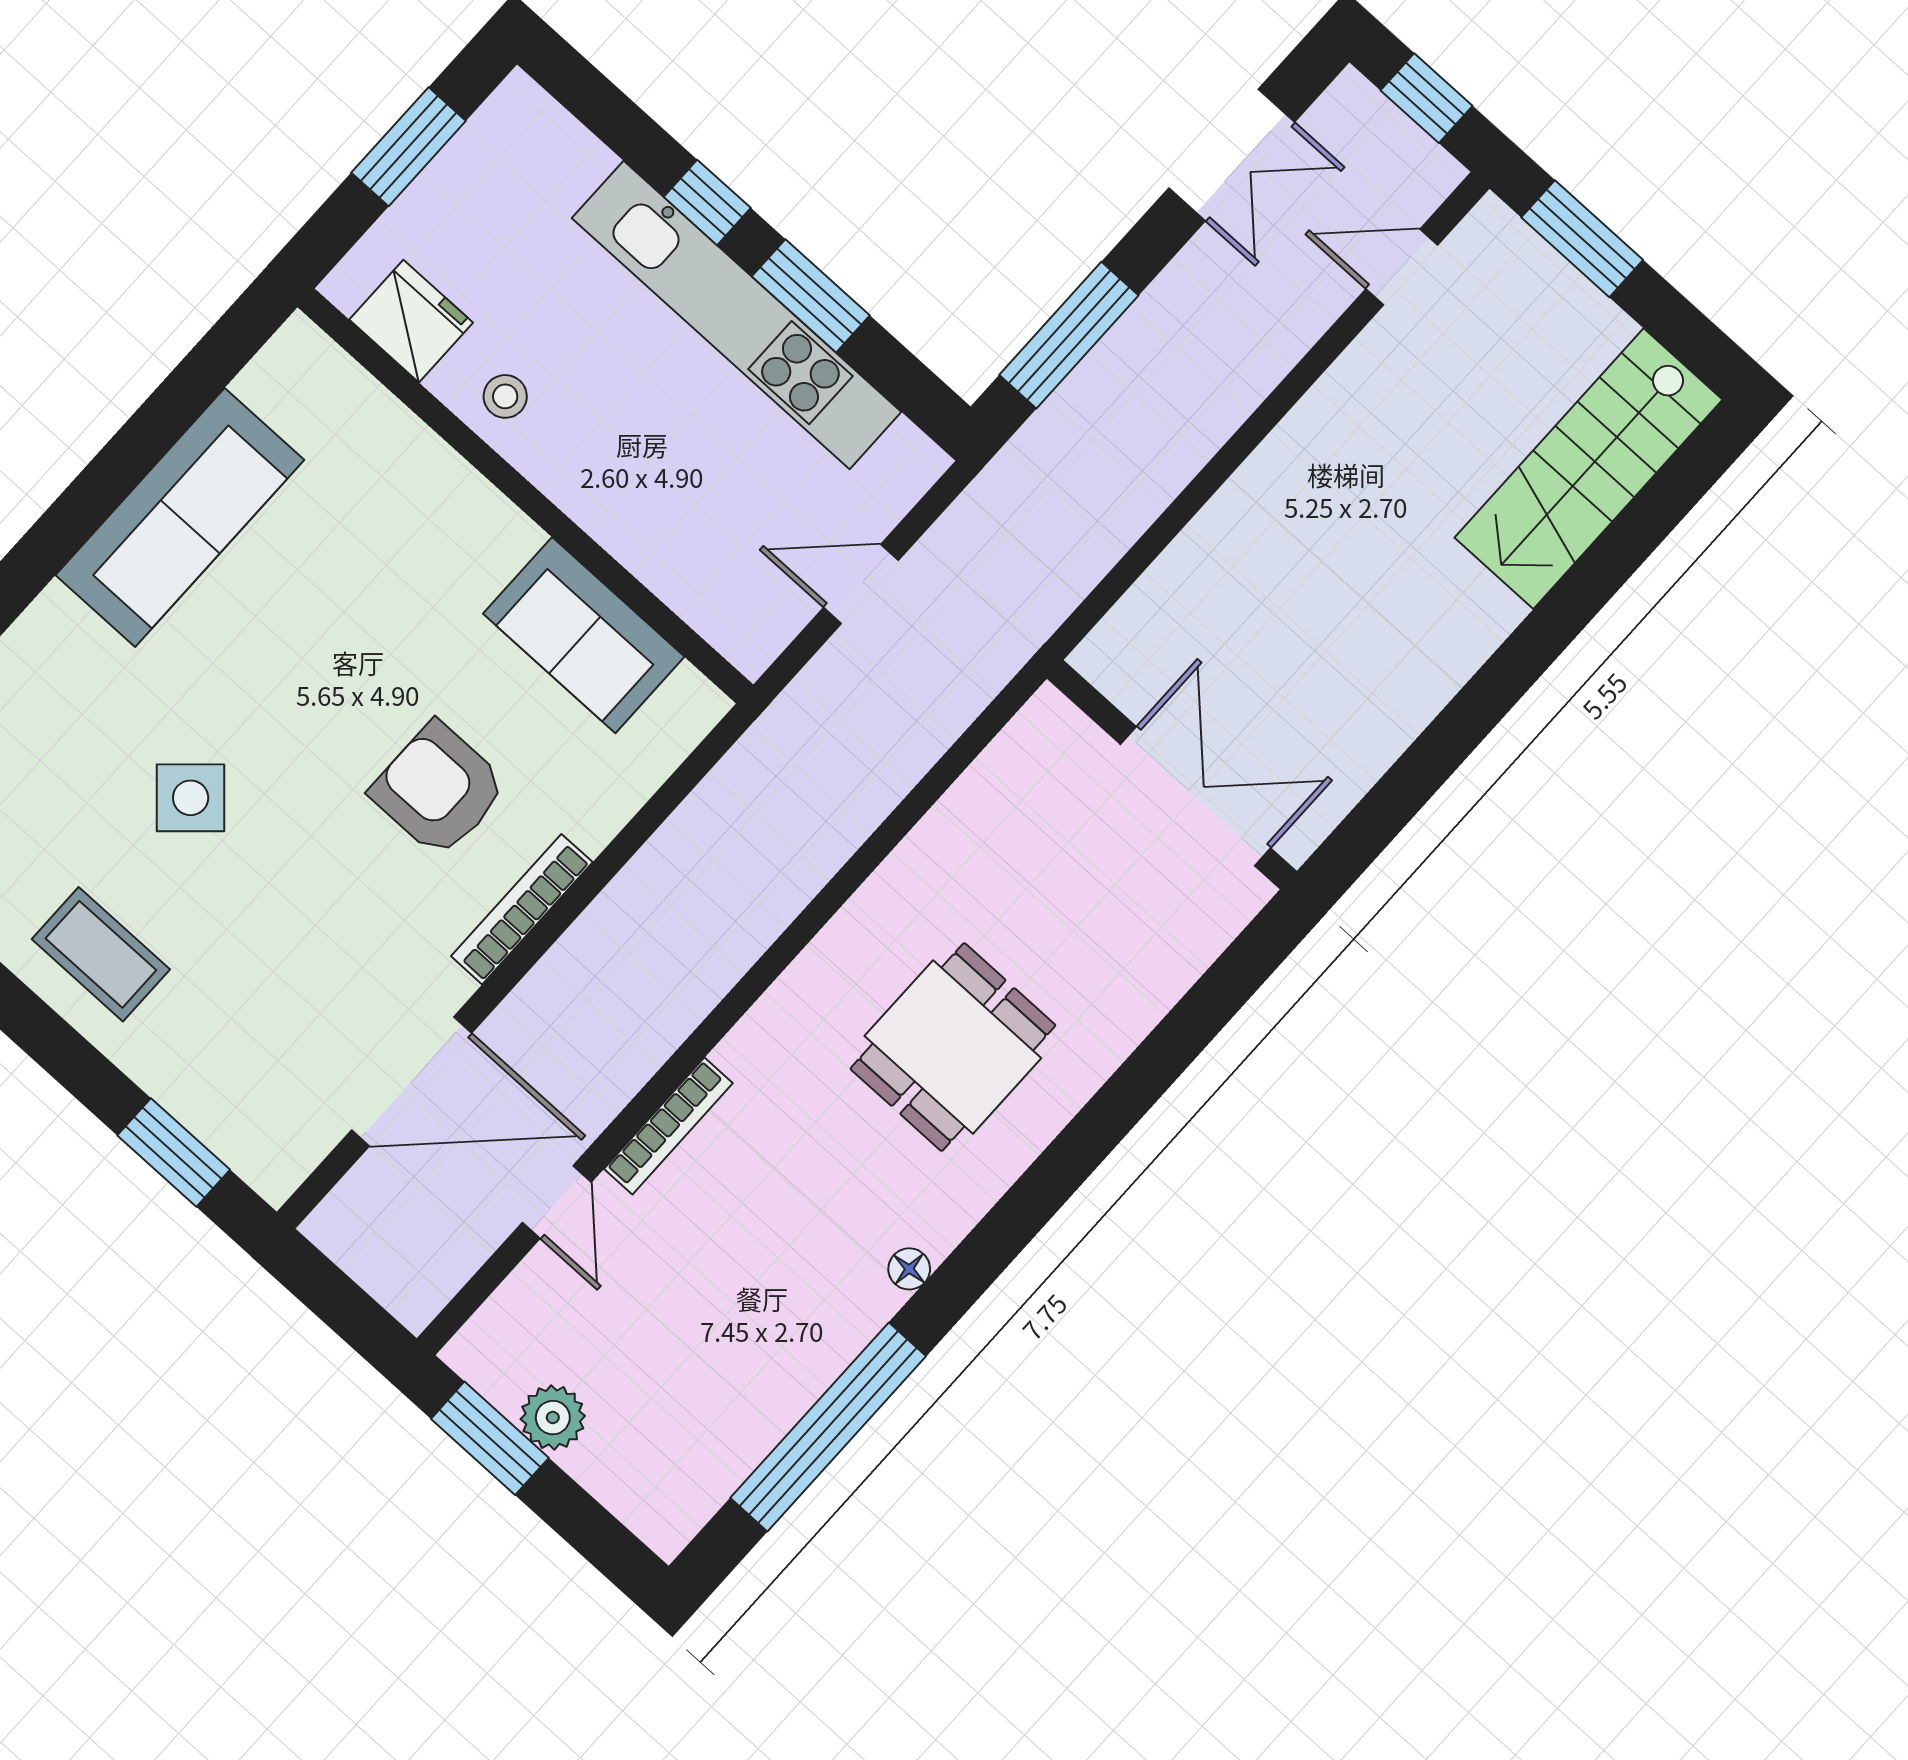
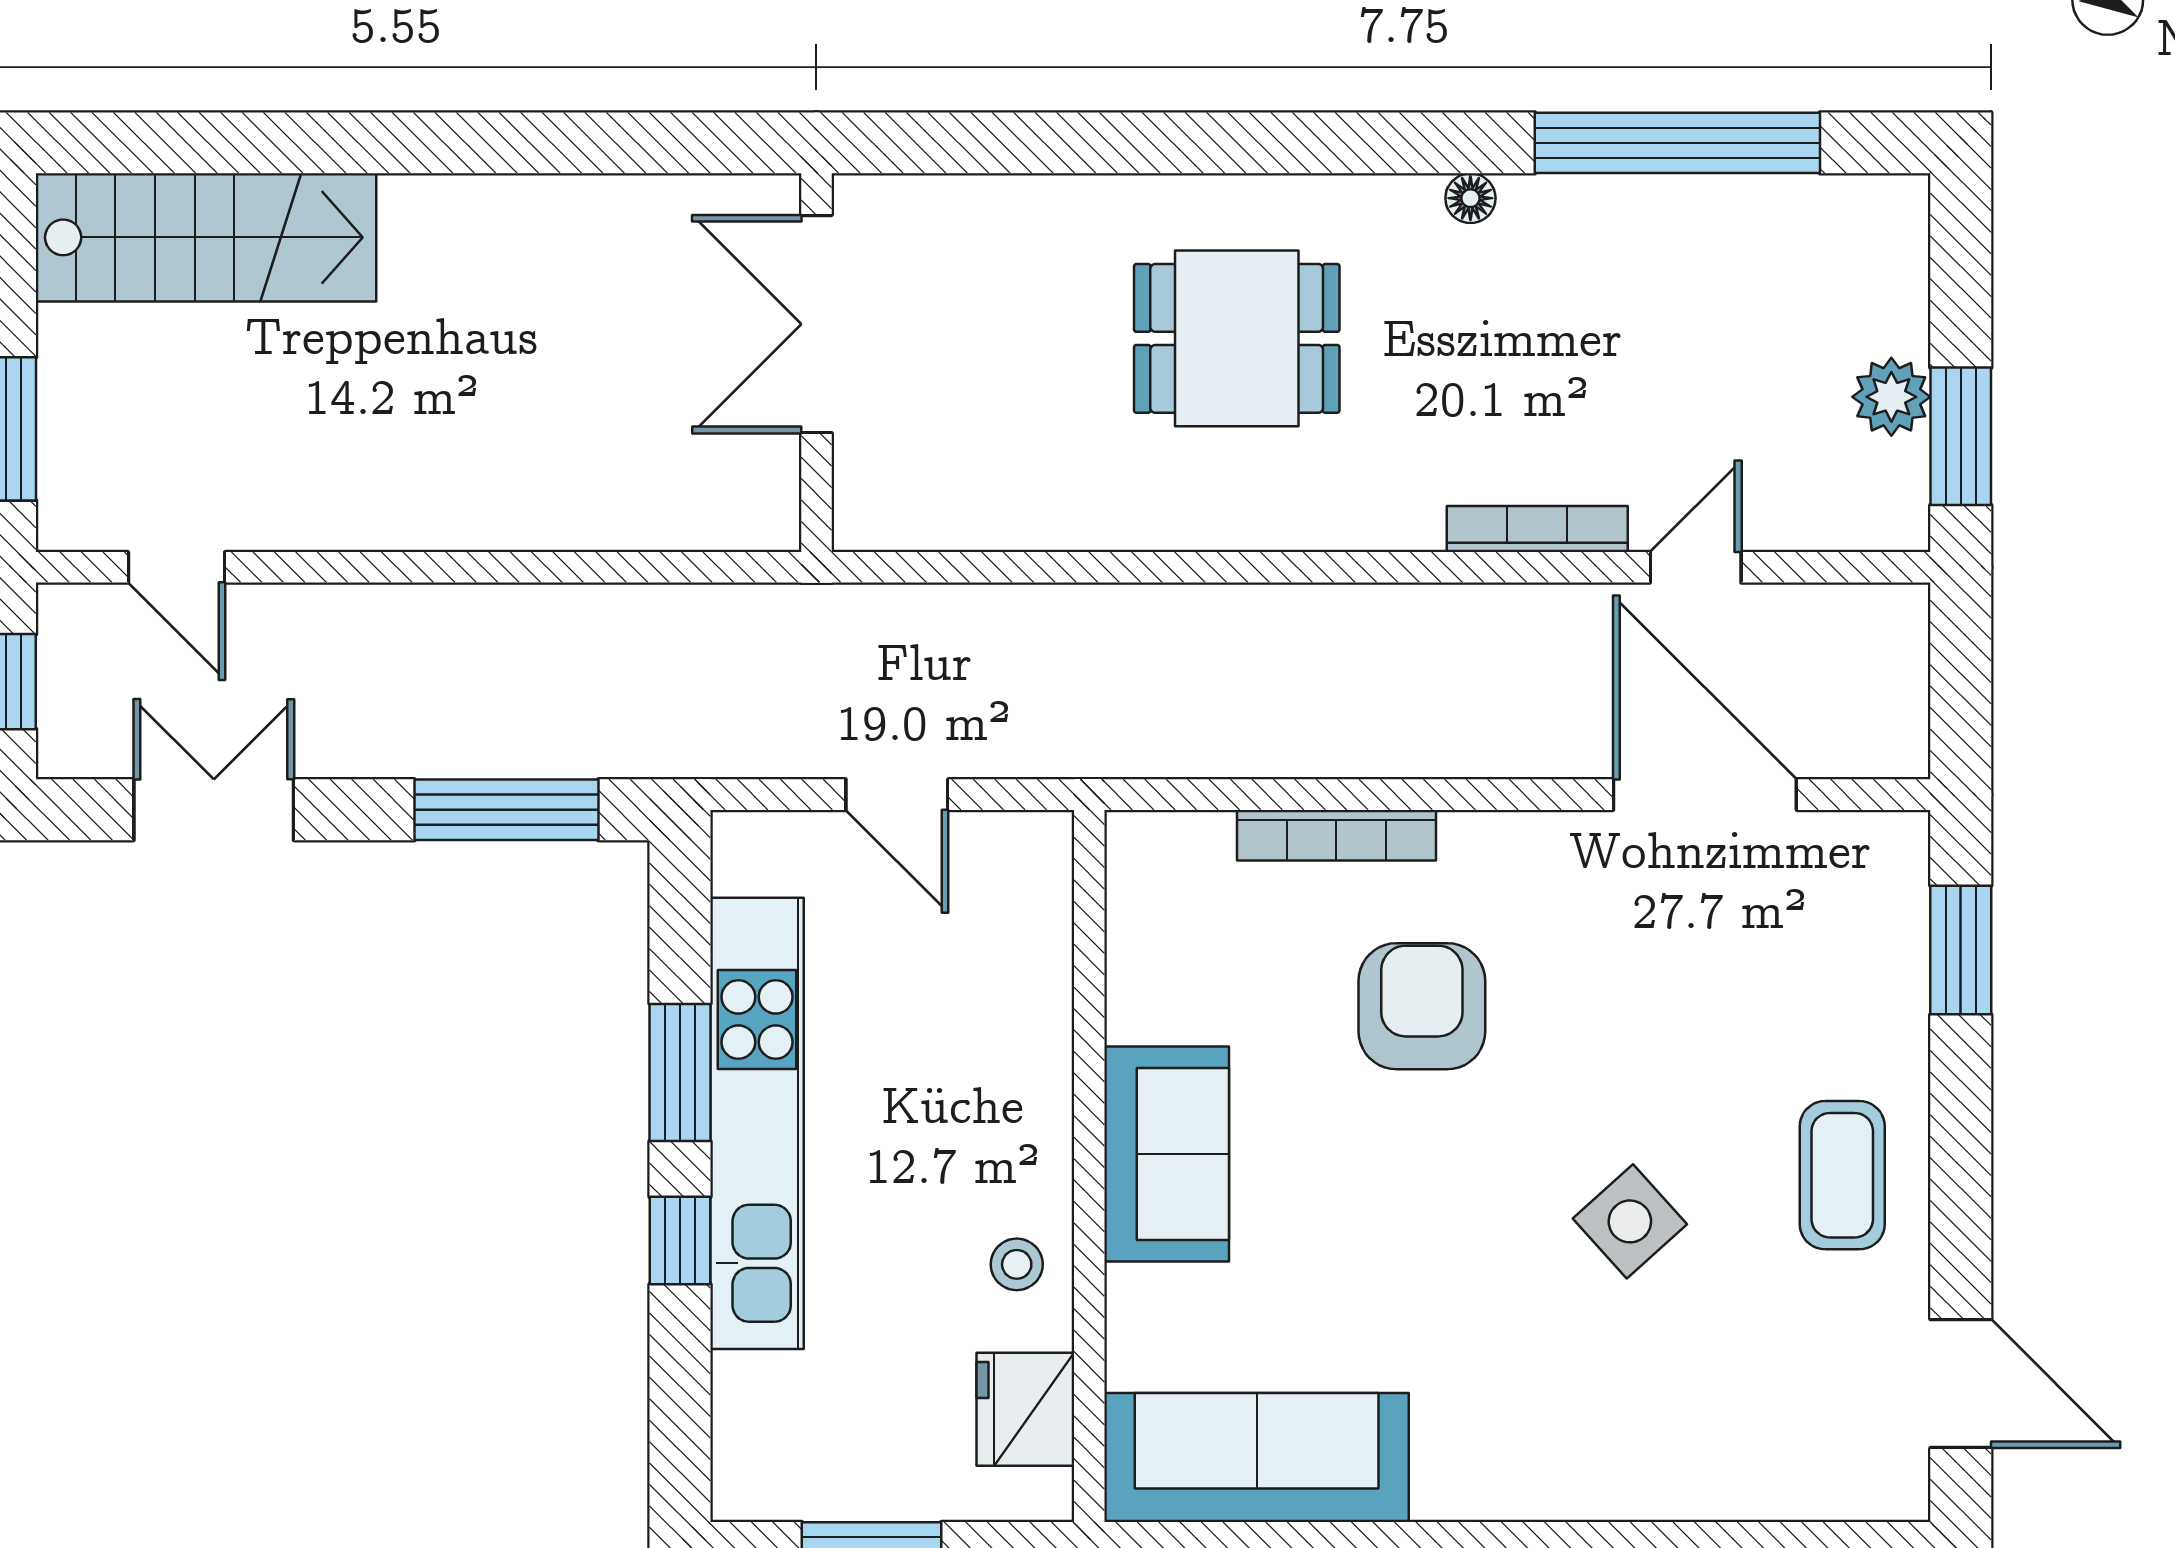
sofa: (180, 517) -> (1257, 1457), moved
sofa: (584, 635) -> (1167, 1154), moved
armchair: (439, 789) -> (1422, 1006), turned 180
bookcase: (522, 909) -> (1336, 835), moved

